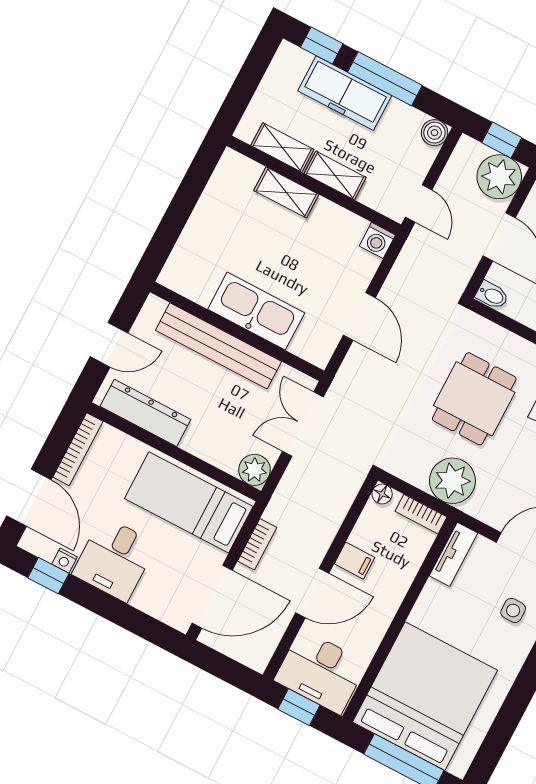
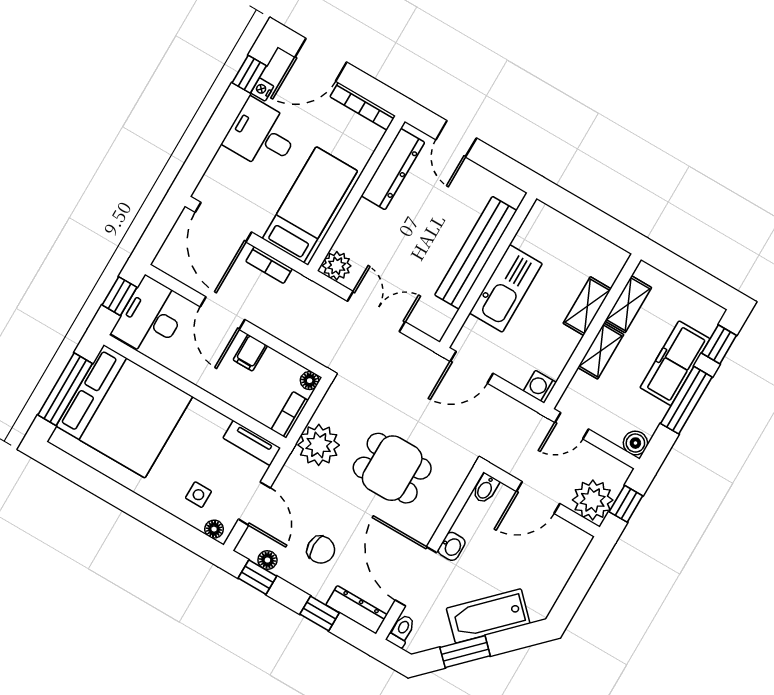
kitchen sink: (256, 311) -> (506, 288), moved
wall: (237, 331) -> (488, 270), moved
bench: (218, 346) -> (476, 253), moved

